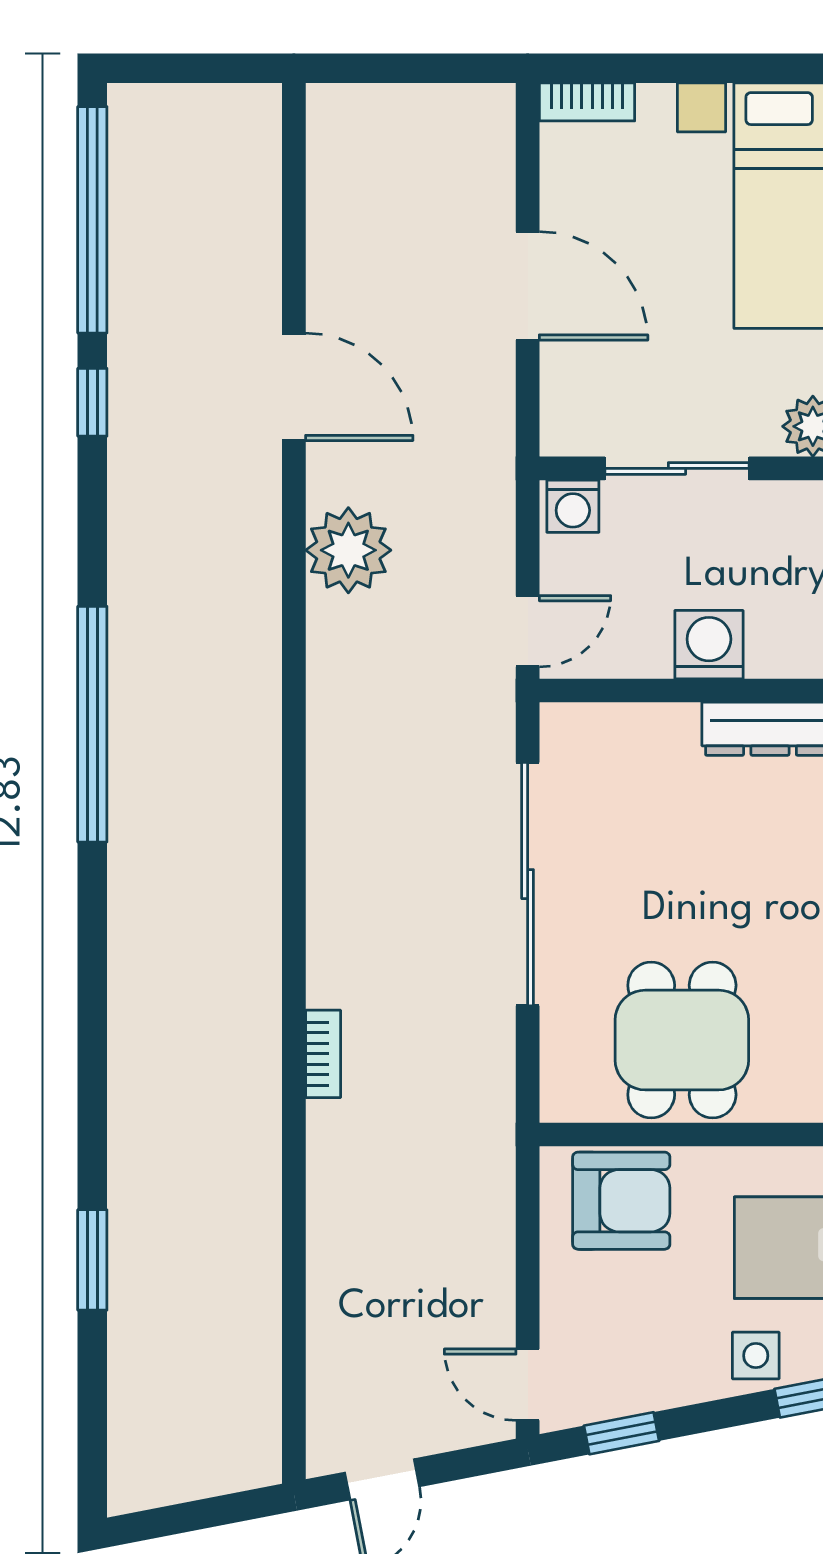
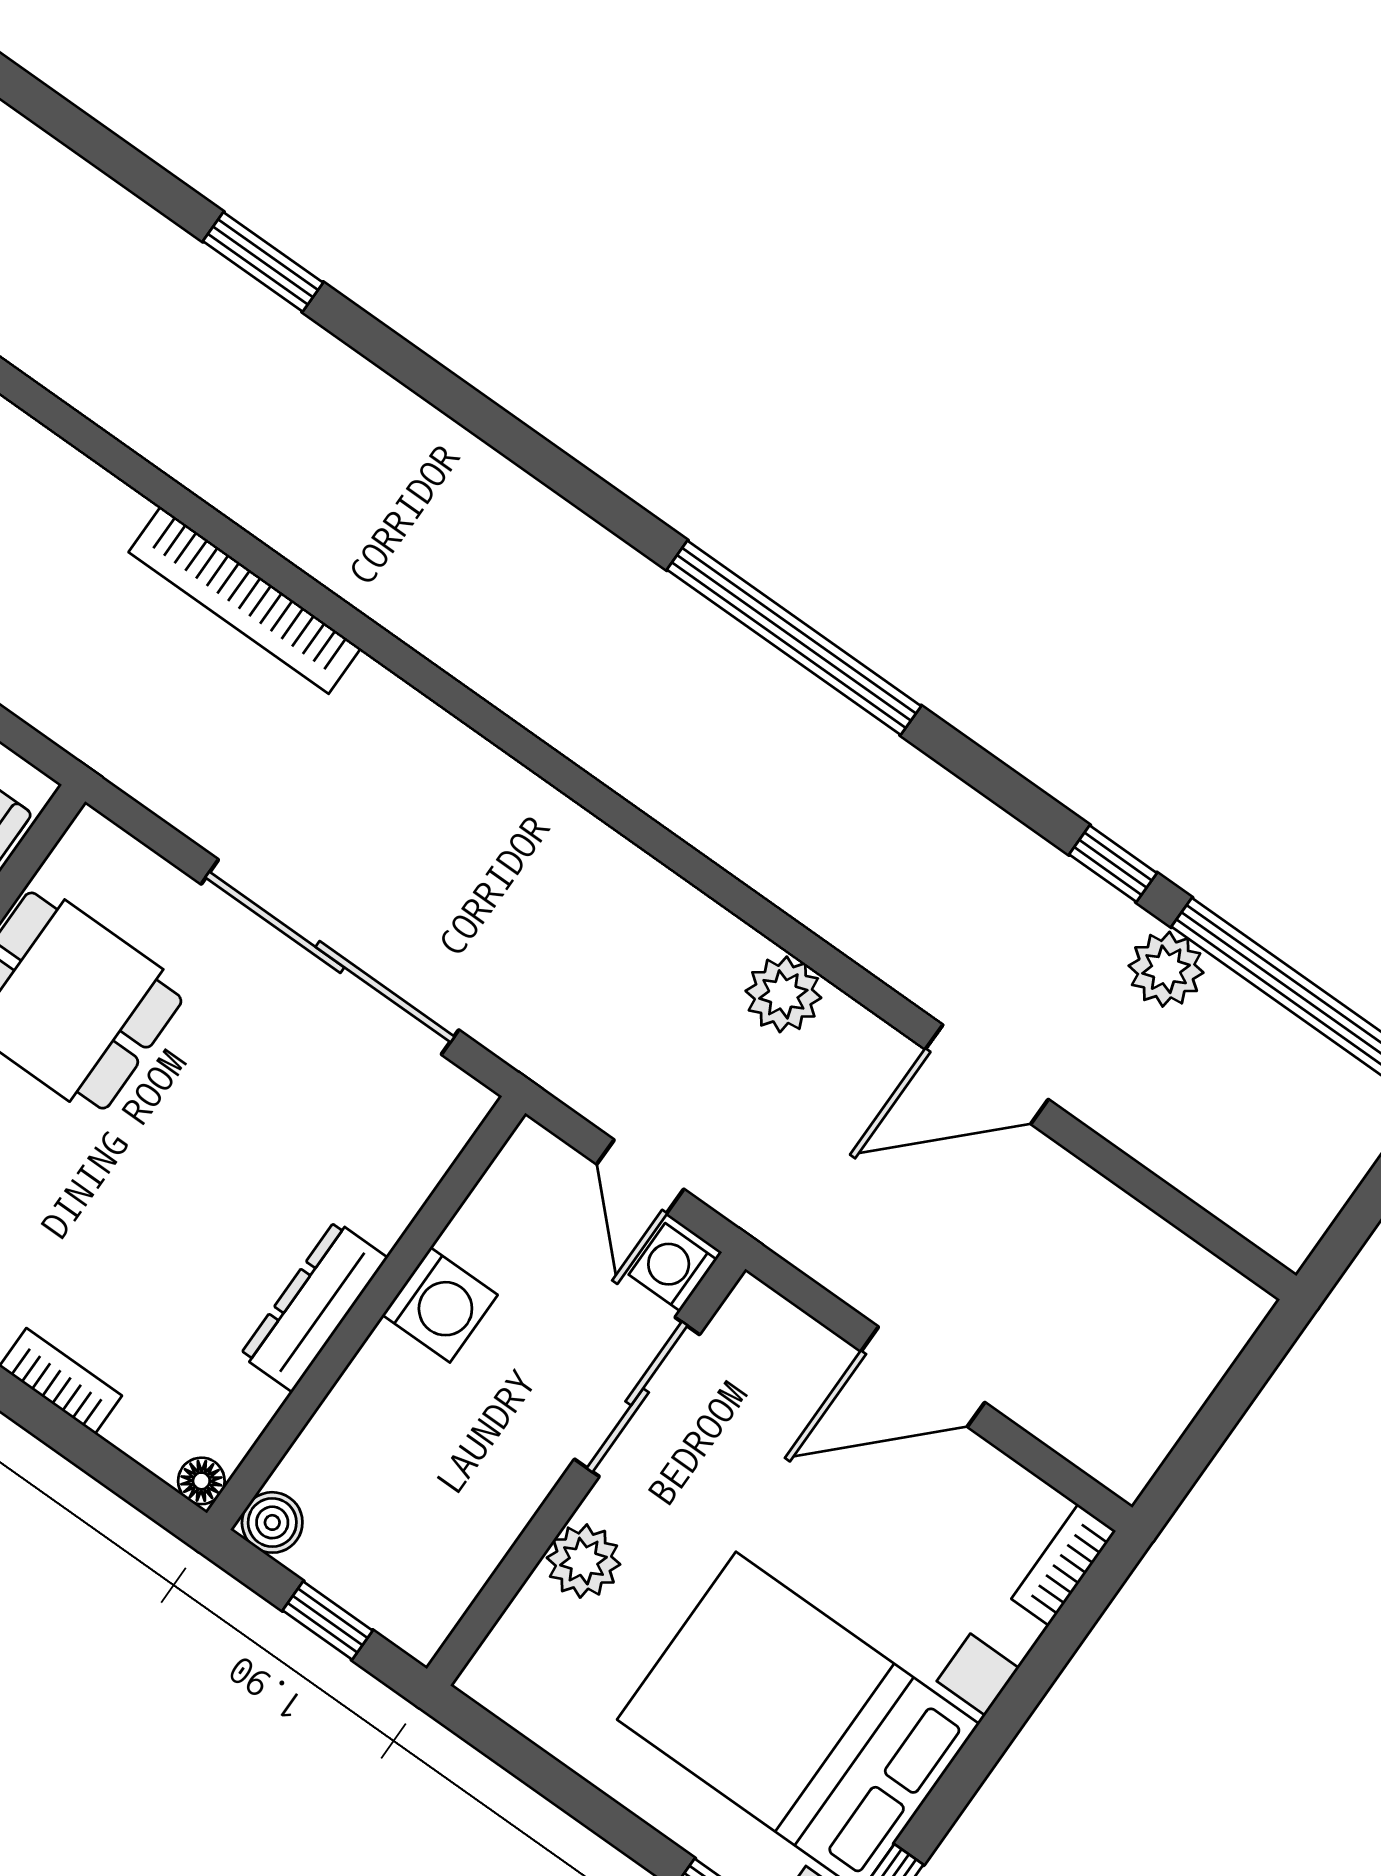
plant: (138, 316) -> (1166, 969), added
plant: (348, 550) -> (783, 994), width x0.73, depth x0.73
door: (528, 631) -> (640, 1177), moved
bookcase: (323, 1054) -> (245, 600), width x2.31, depth x1.31

